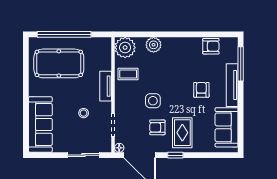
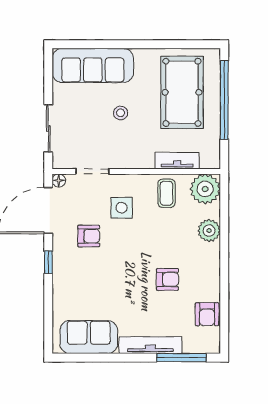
tv unit: (106, 86) -> (177, 161), moved
armchair: (201, 90) -> (167, 279), moved
side table: (153, 101) -> (122, 208), moved
stool: (84, 113) -> (121, 113), moved
armchair: (157, 127) -> (89, 236), turned 90
rug: (182, 133) -> (81, 272), removed

